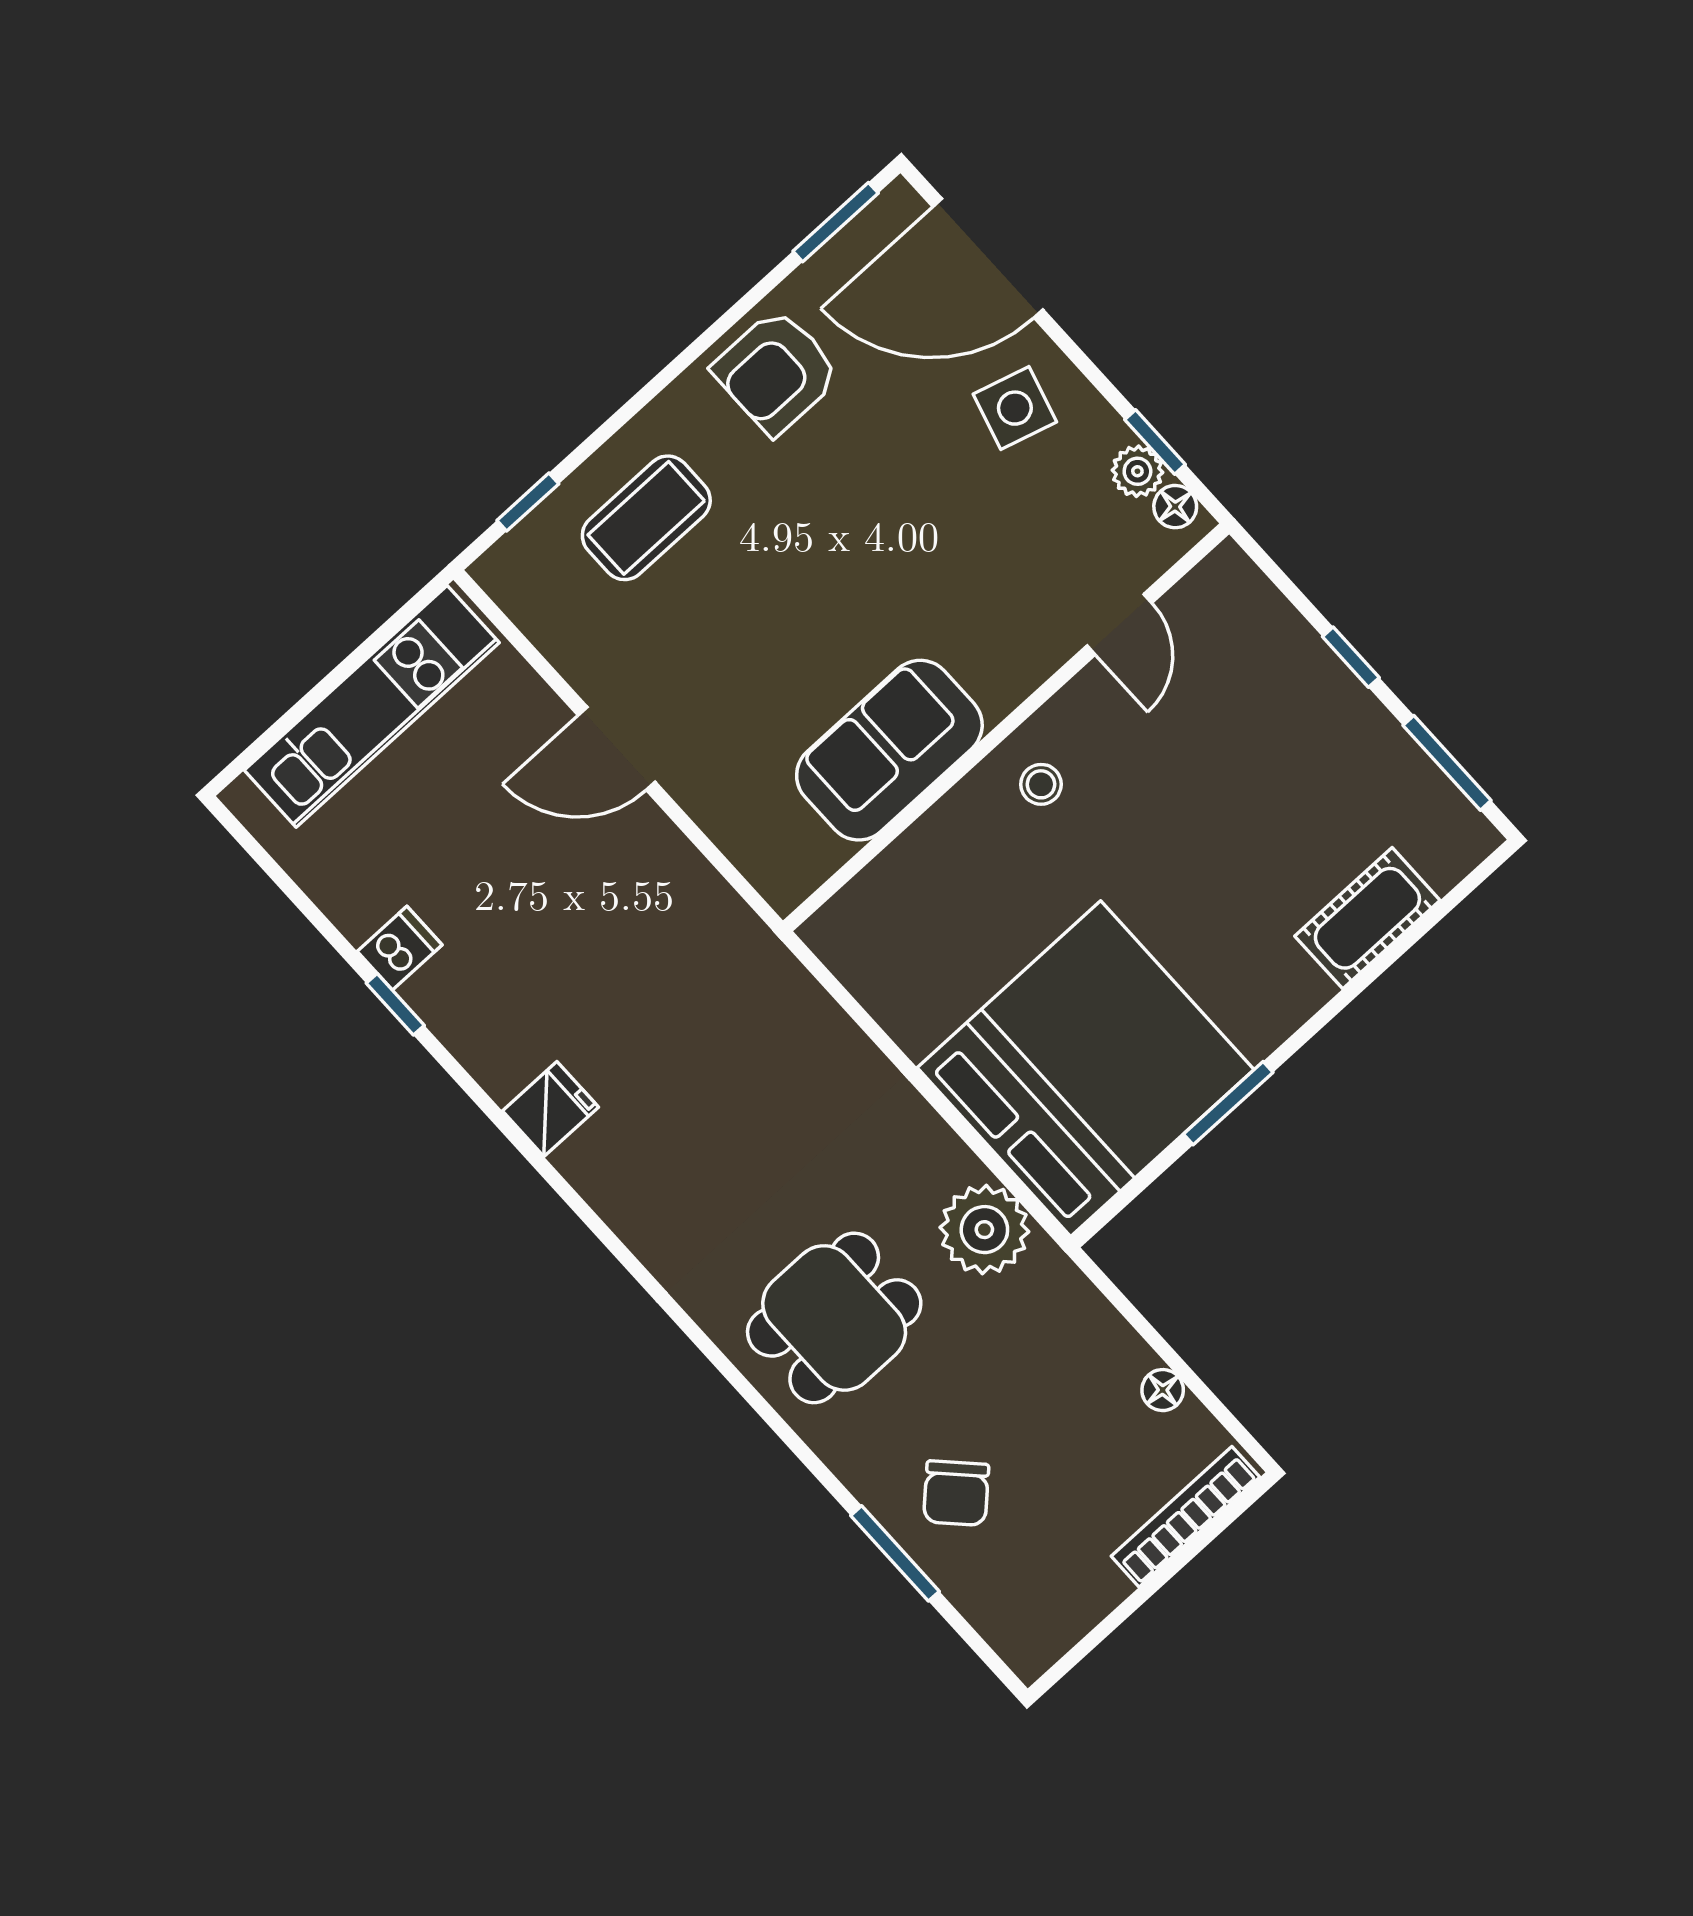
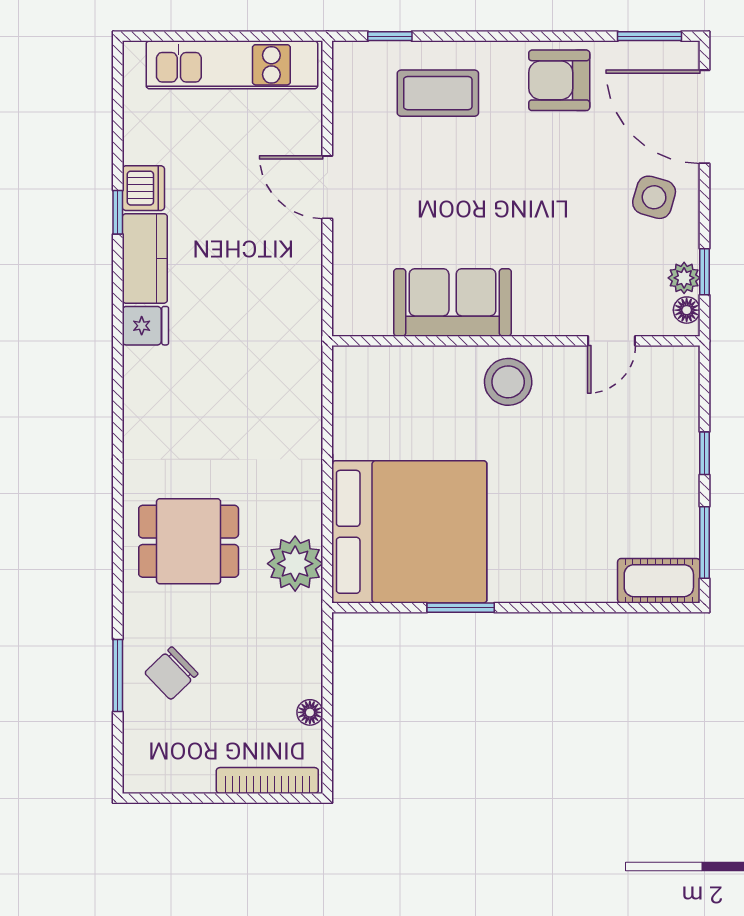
stool: (1041, 784) -> (508, 382), width x1.89, depth x1.89
cot: (1367, 918) -> (659, 581), moved
dishwasher: (400, 948) -> (143, 188), width x1.38
kitchen counter: (477, 1030) -> (145, 258), added

